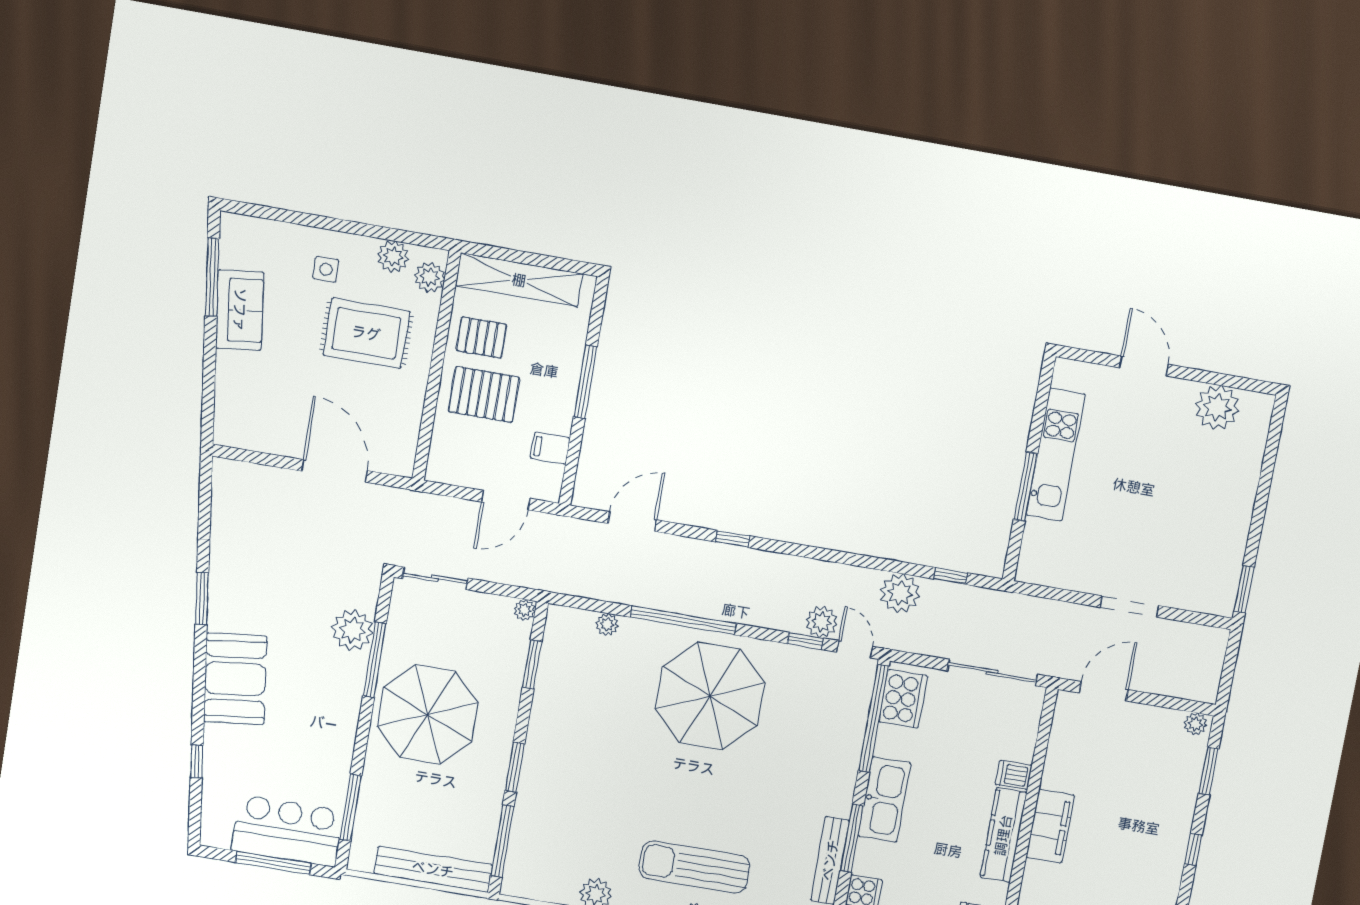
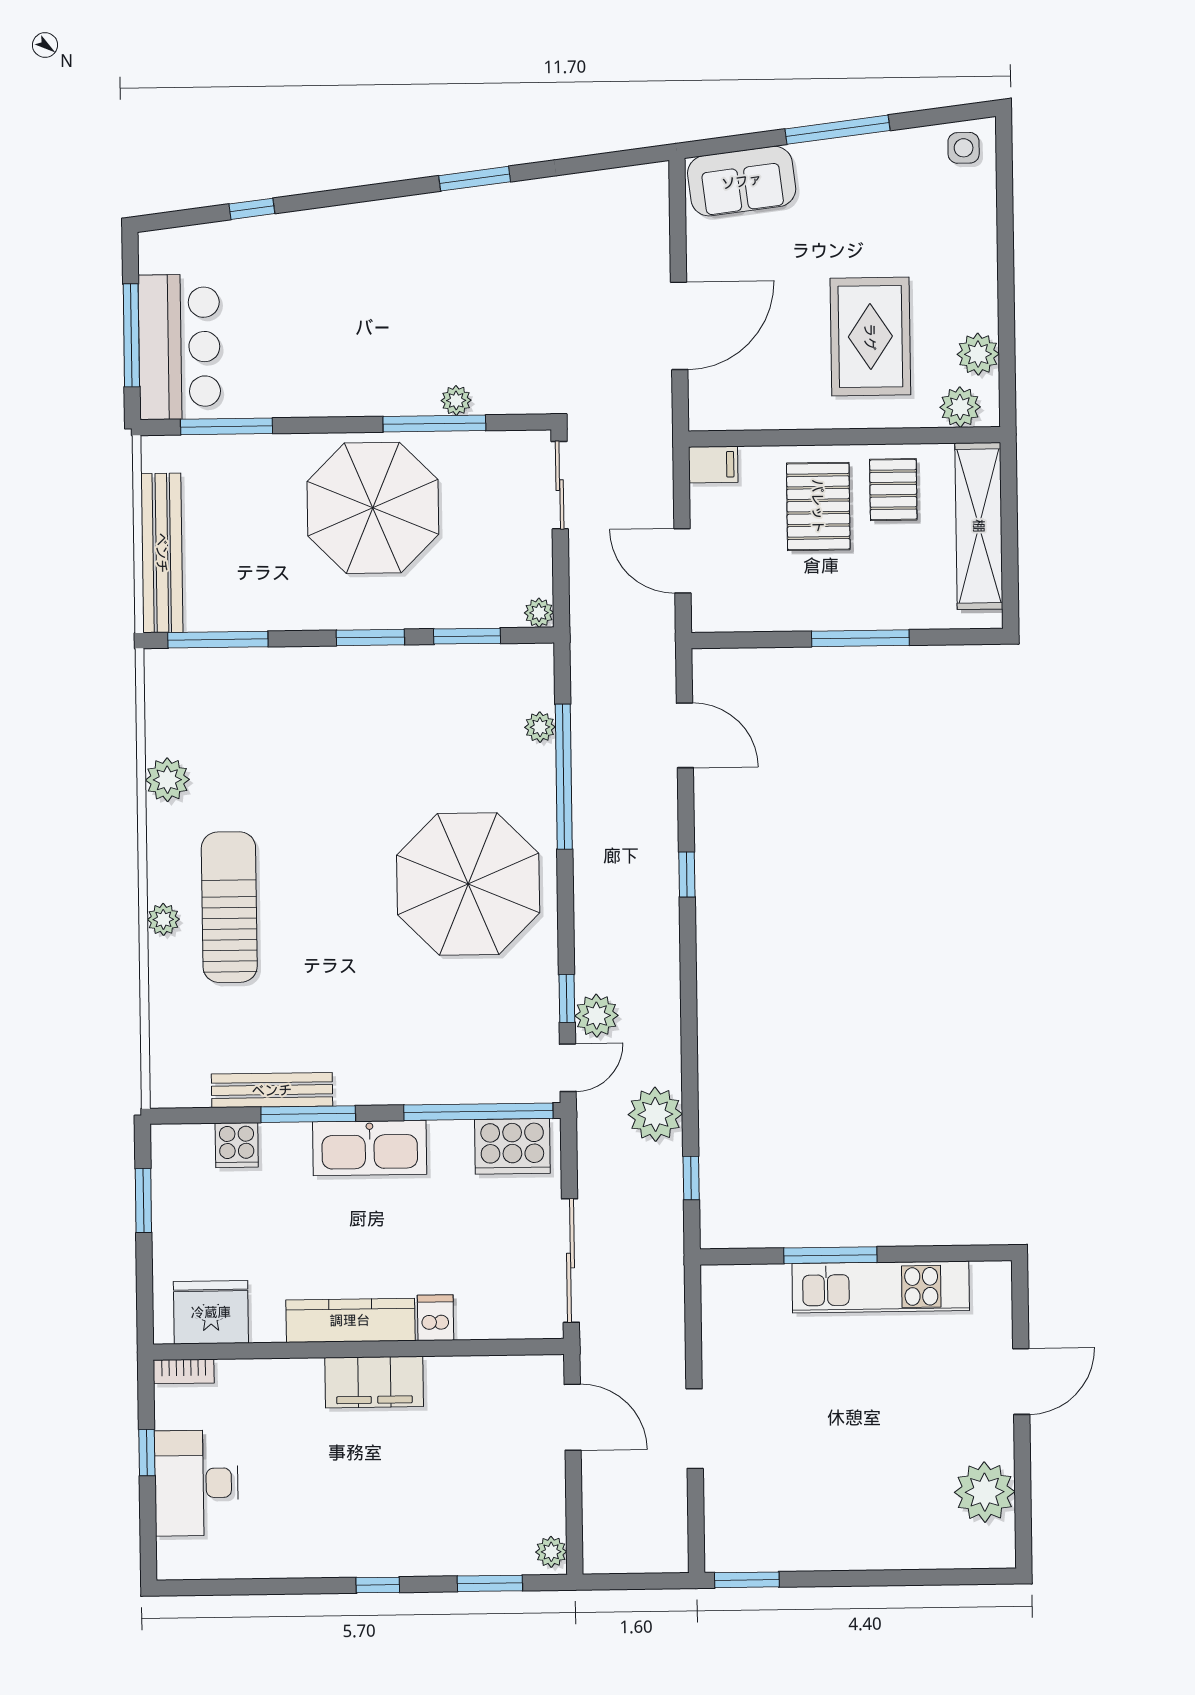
side table: (326, 269) -> (964, 148), moved
window: (212, 277) -> (837, 130), moved
sofa: (240, 310) -> (742, 181), moved
filing cabinet: (550, 448) -> (713, 465), moved, turned 90
window: (683, 620) -> (564, 777), moved
plant: (352, 630) -> (456, 400), width x0.53, depth x0.53
booth: (235, 679) -> (374, 241), removed
window: (515, 767) -> (370, 637), moved

